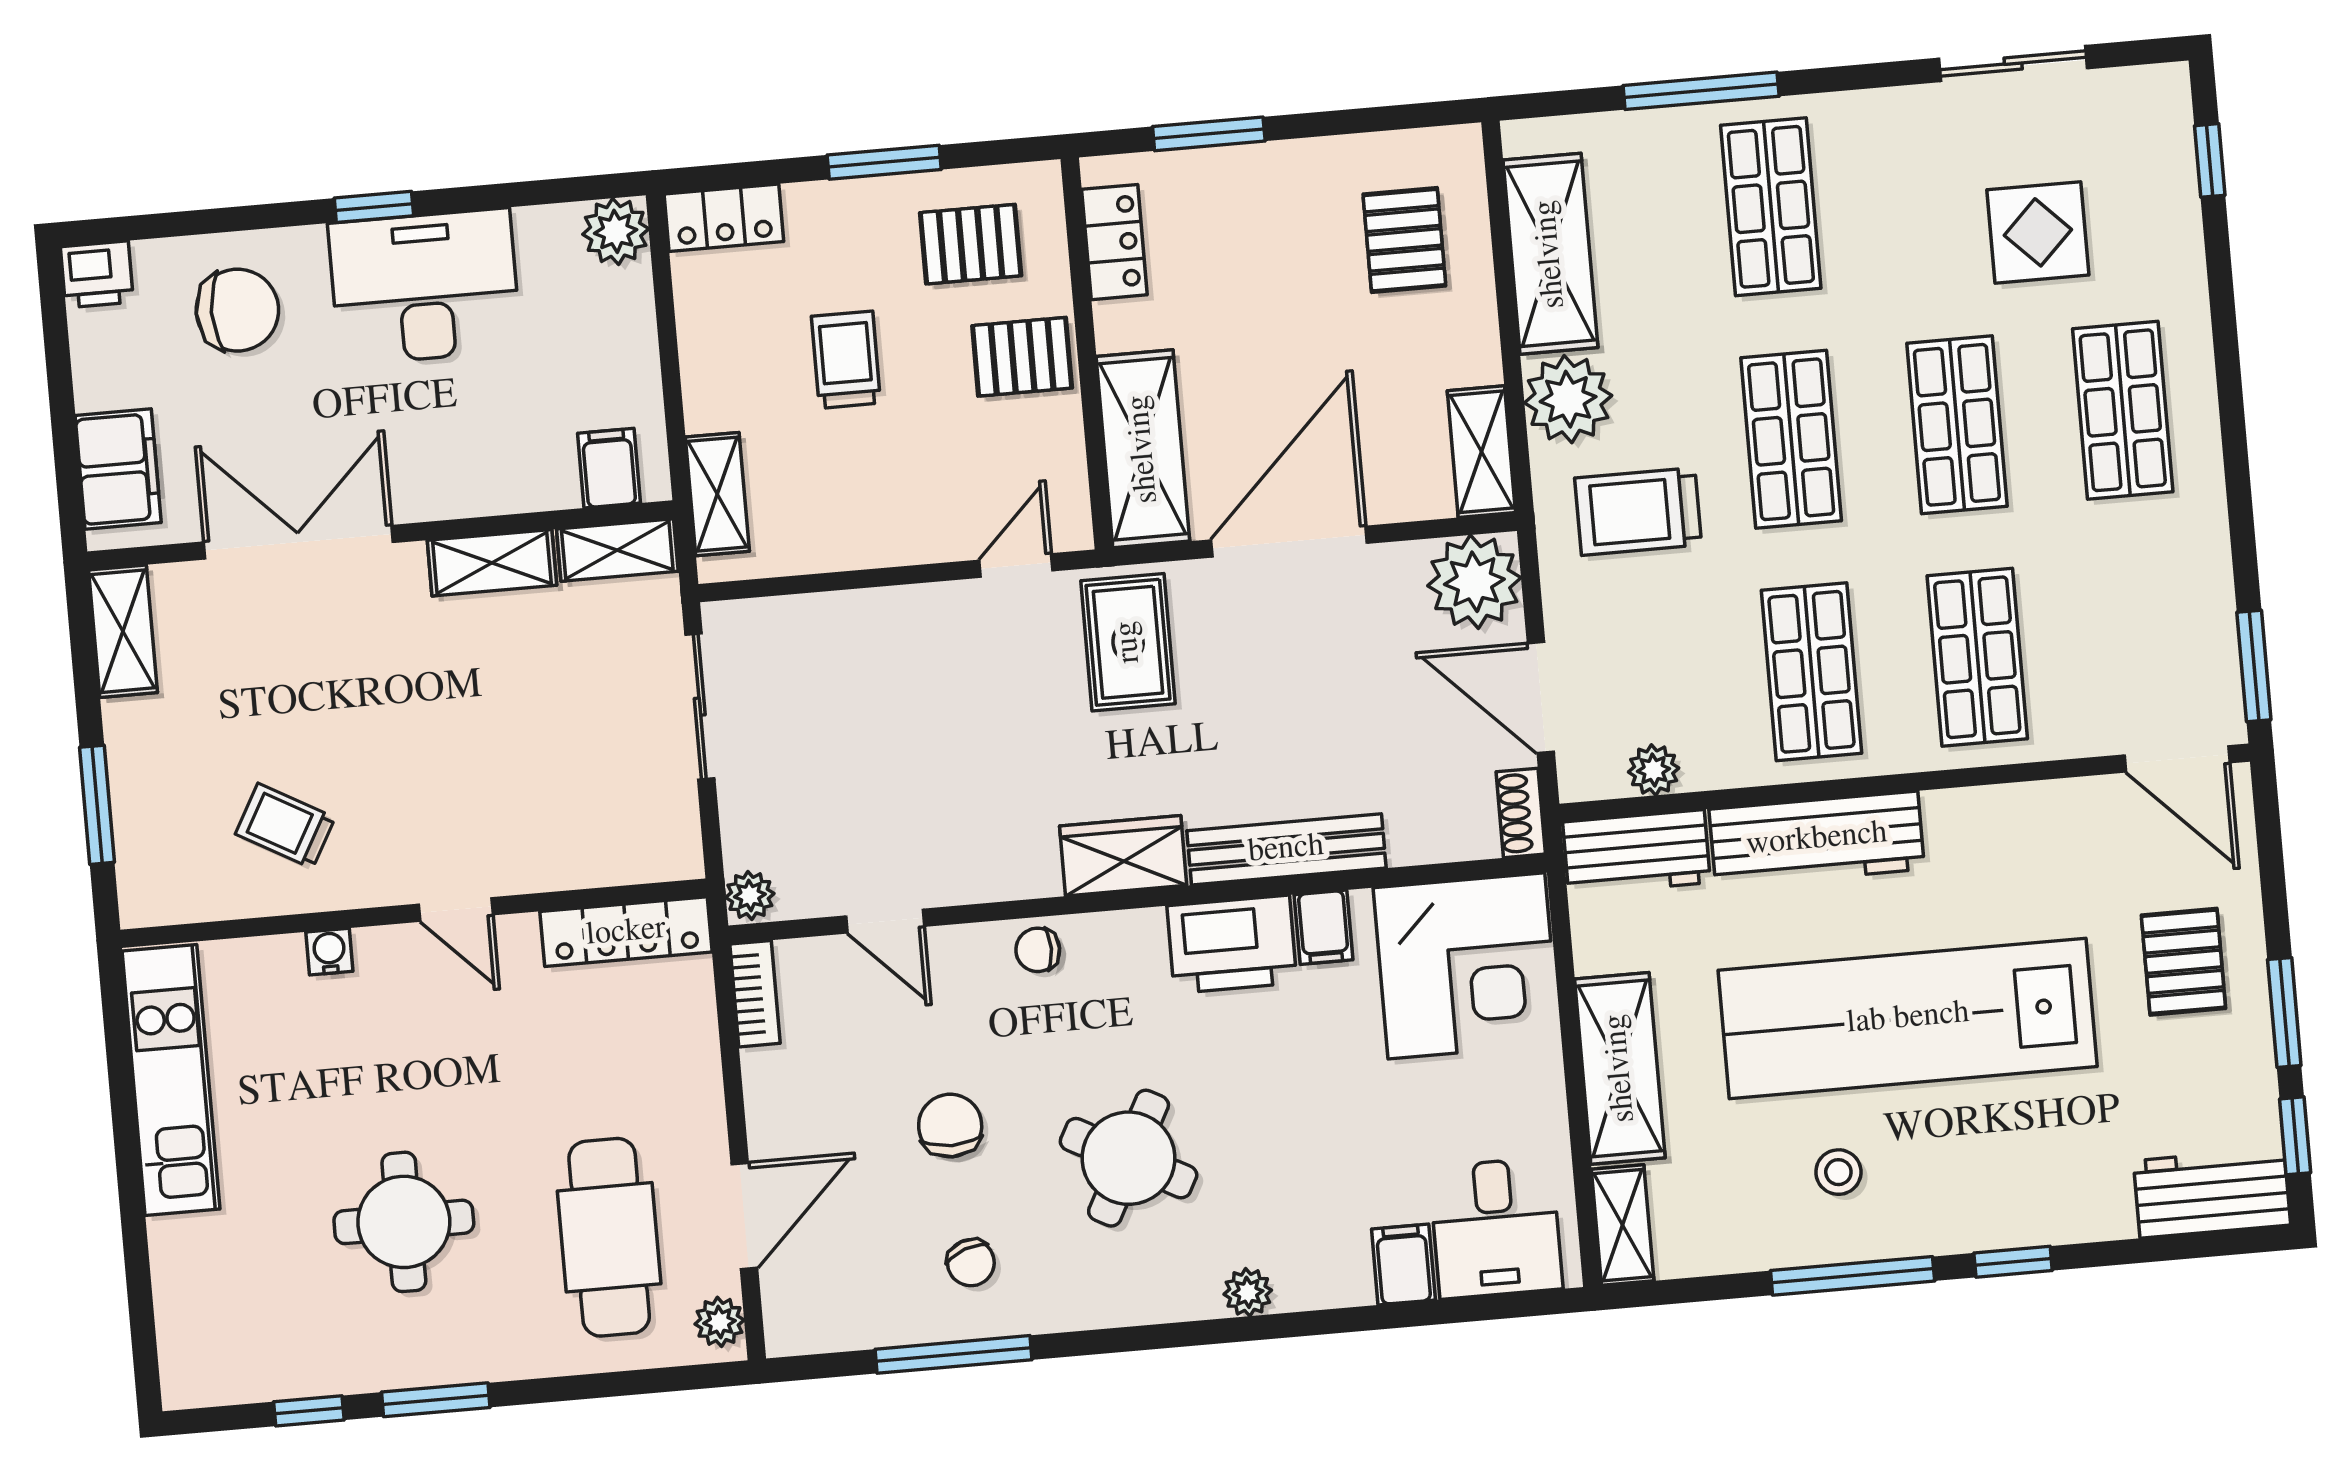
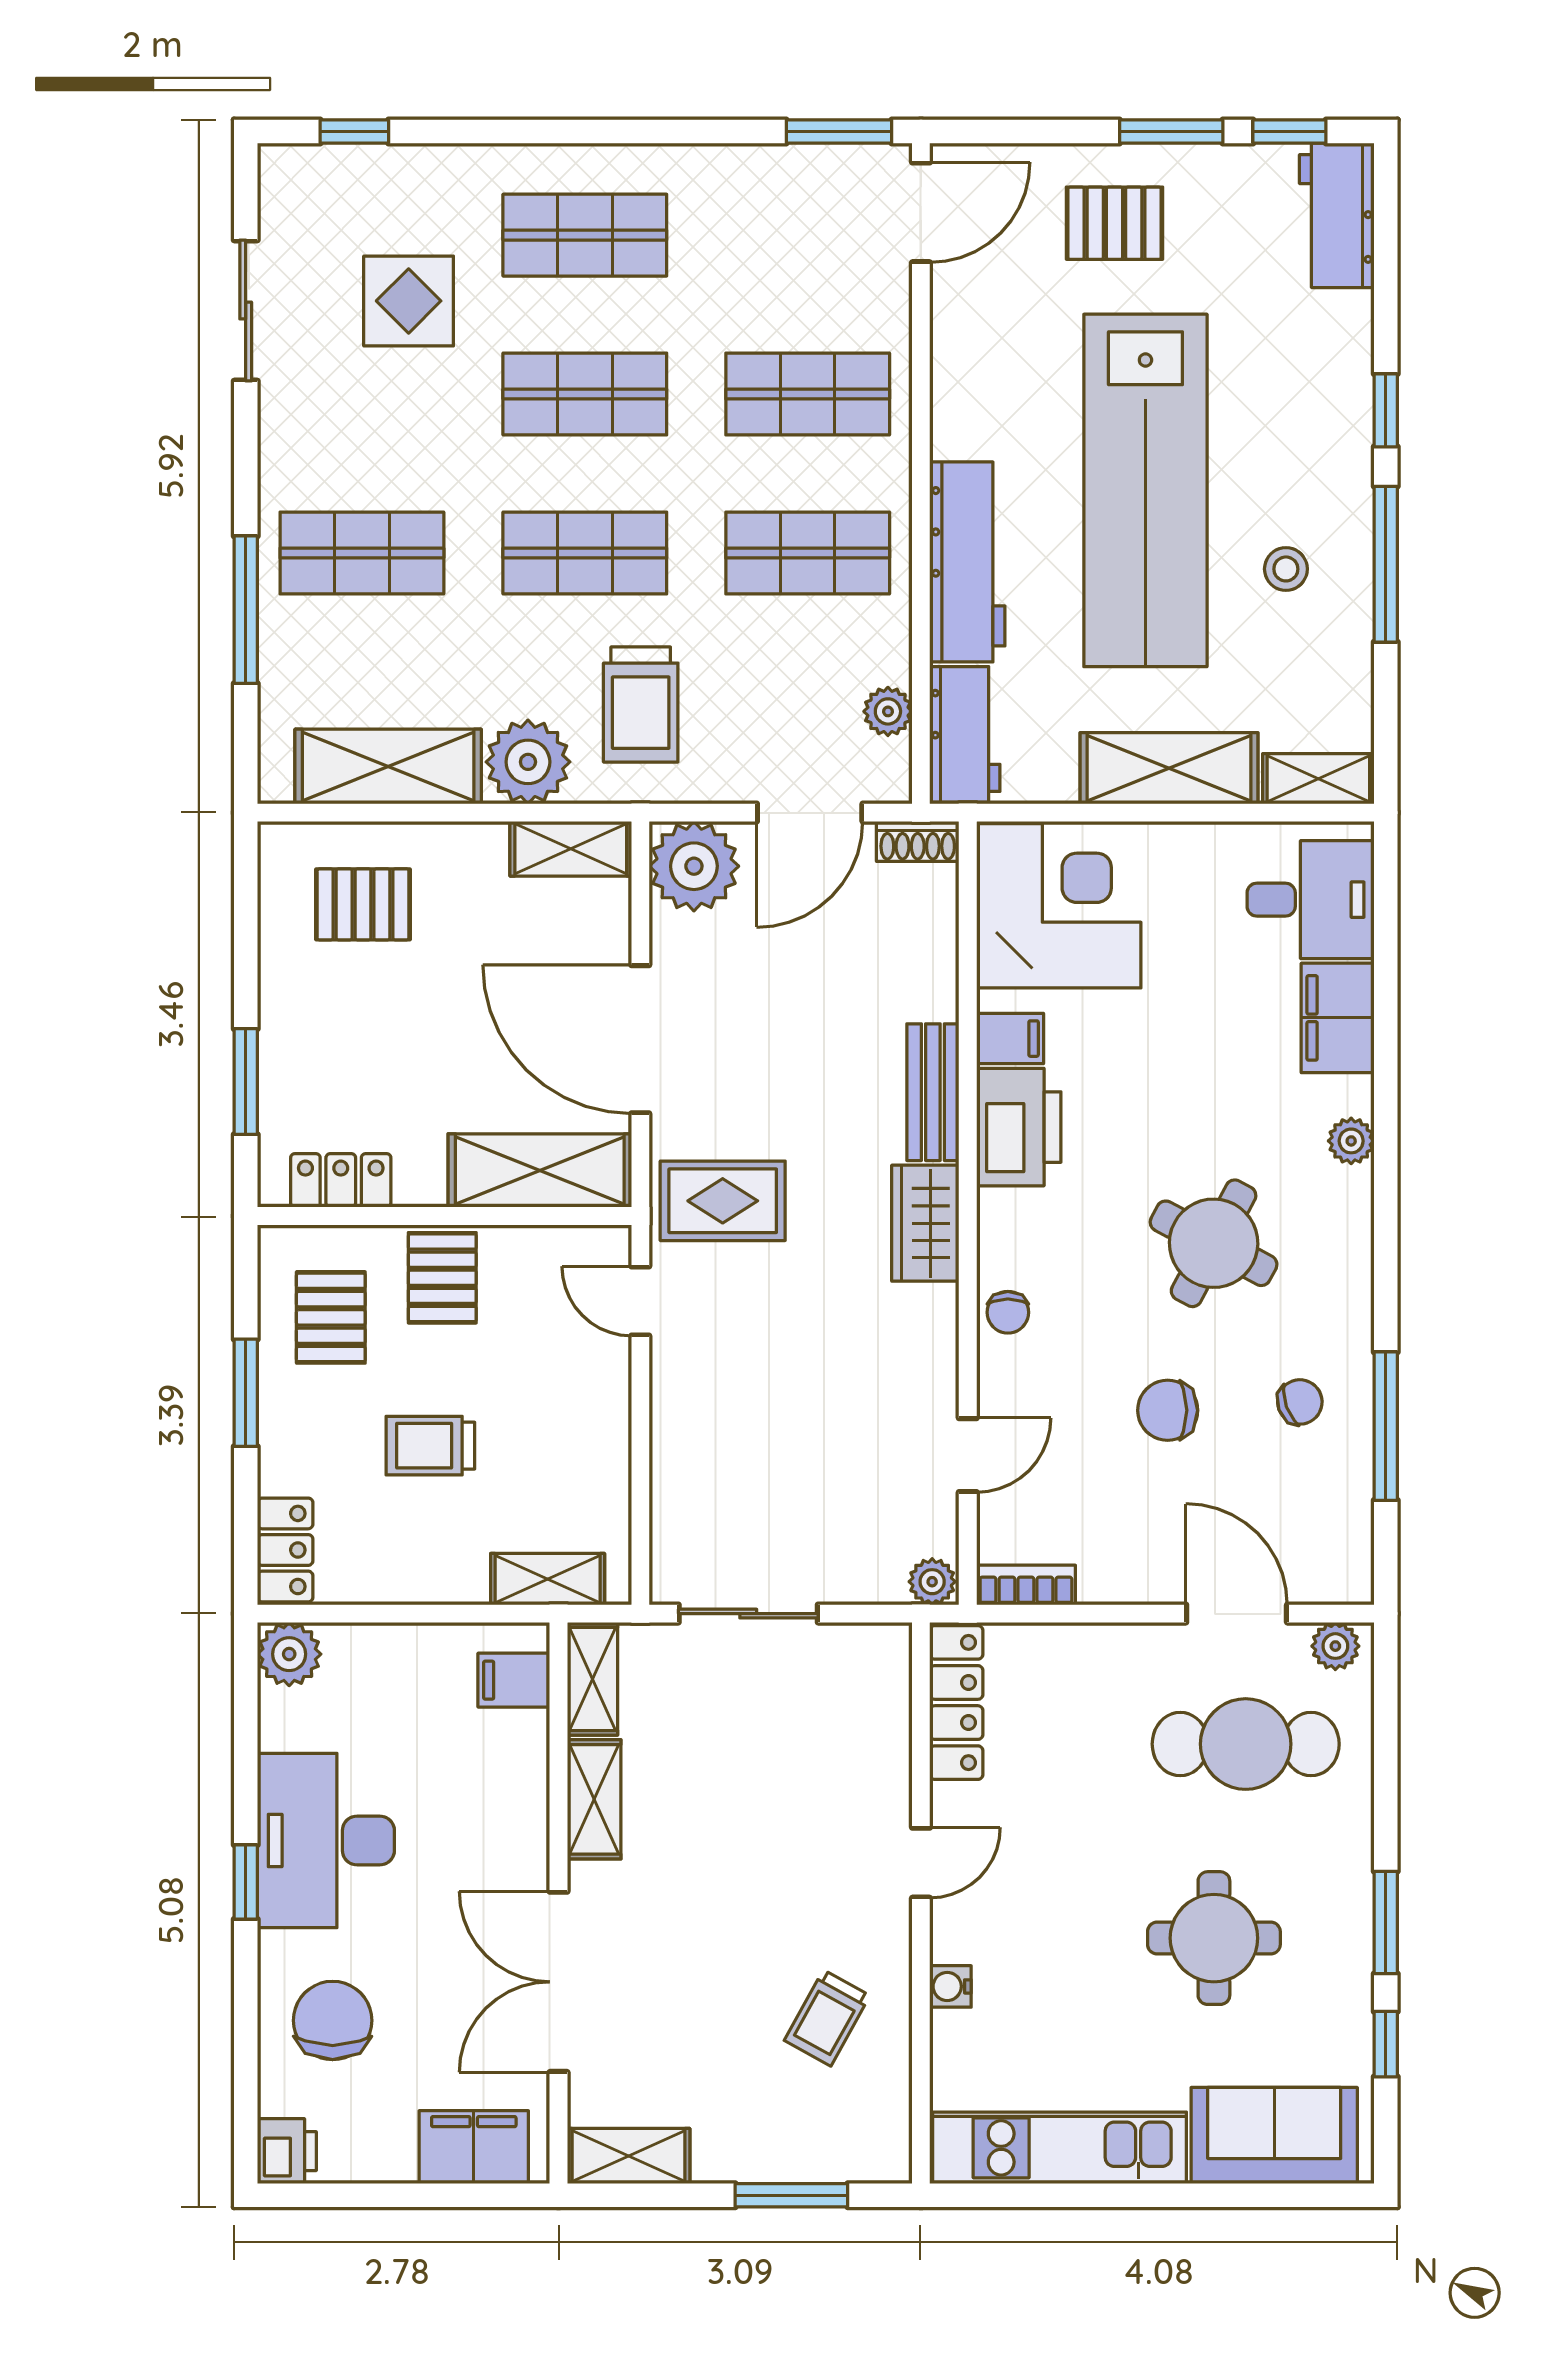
bench: (1286, 849) -> (933, 1092), width x0.73
filing cabinet: (1403, 1264) -> (1338, 1018), width x2.00
sofa: (203, 1303) -> (1274, 2136), added

